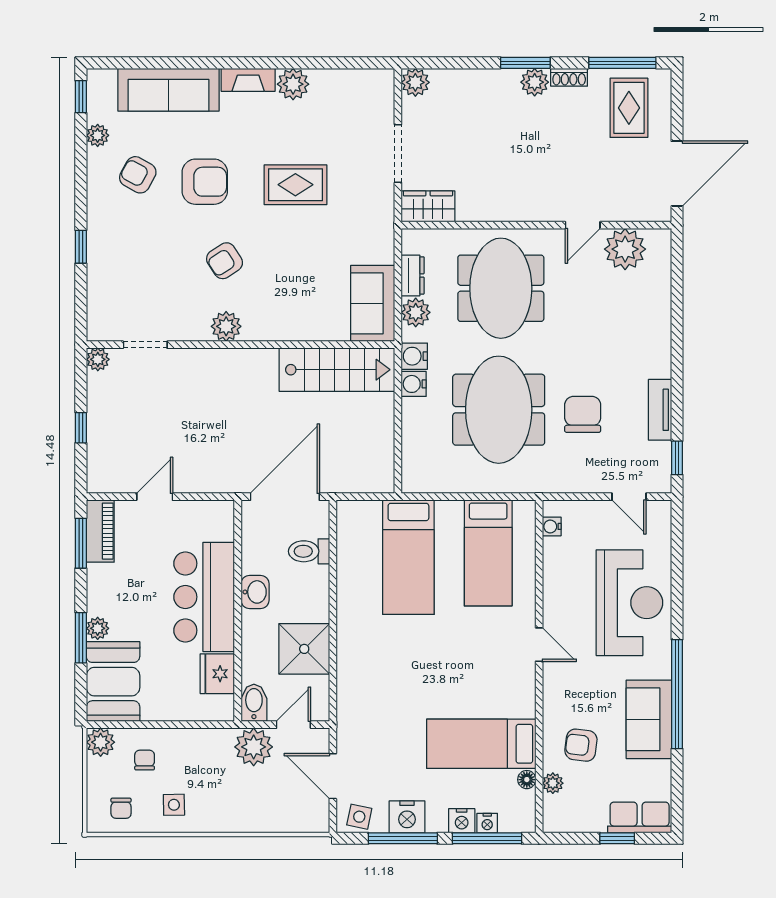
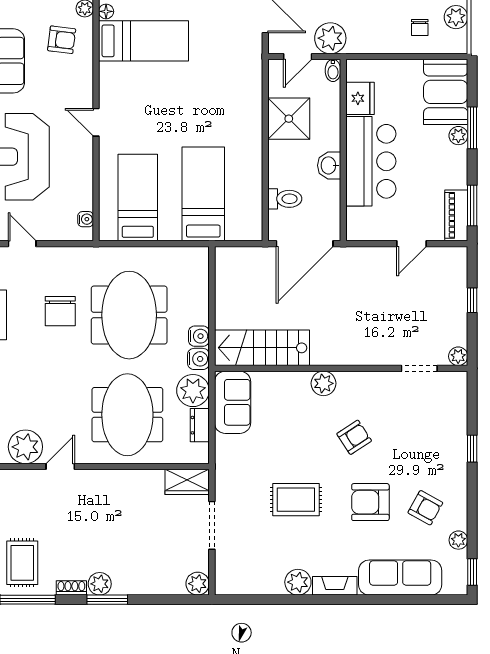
plant: (416, 312) -> (193, 391), width x1.36, depth x1.36
plant: (226, 326) -> (323, 383), moved
bidet: (254, 703) -> (333, 70), width x0.72, depth x0.74
plant: (101, 742) -> (456, 17), moved

